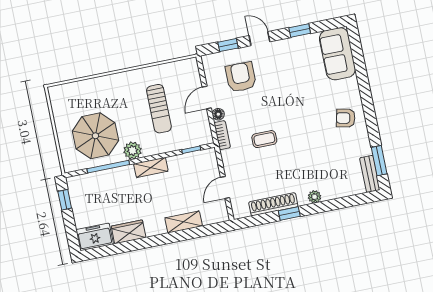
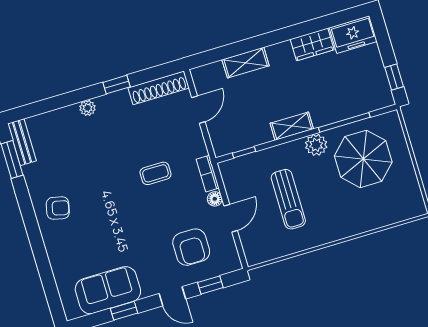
sofa: (337, 54) -> (108, 290), moved, turned -90
sun lounger: (159, 109) -> (288, 199), turned 180
shoe rack: (273, 204) -> (159, 88), moved

